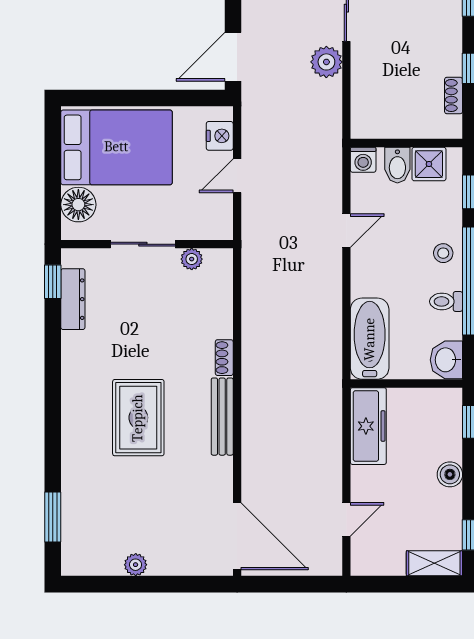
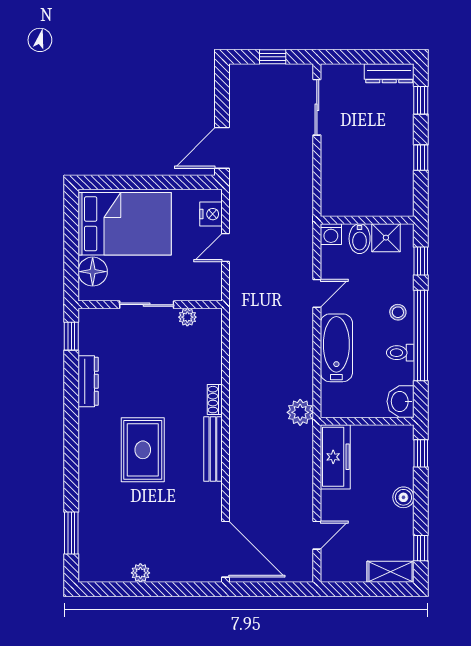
plant: (326, 62) -> (300, 412), moved
shoe rack: (454, 95) -> (407, 180), removed
dresser: (73, 299) -> (88, 381), moved
bathtub: (370, 339) -> (336, 348), moved

